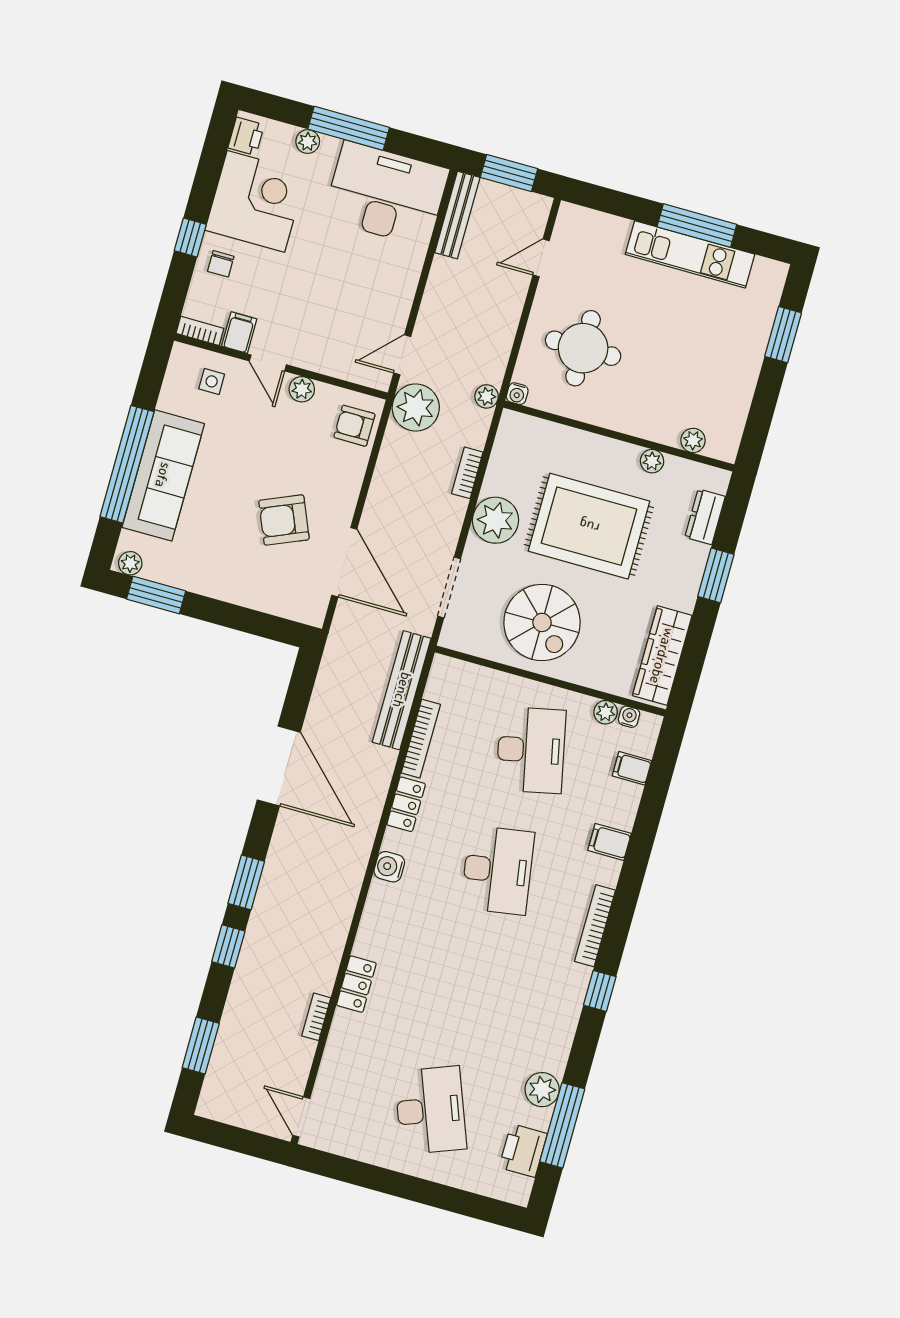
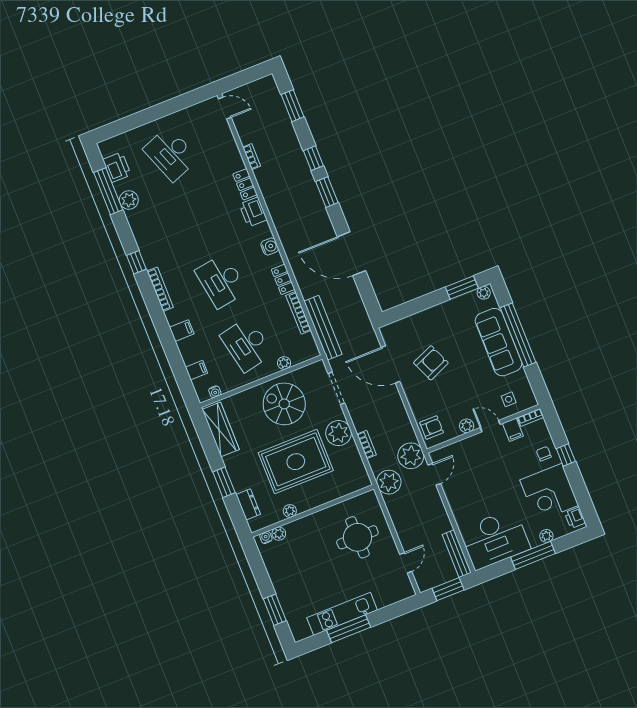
water cooler: (517, 394) -> (266, 537), moved
plant: (487, 396) -> (389, 482), width x1.88, depth x1.88
plant: (606, 712) -> (284, 363), moved
printer: (375, 935) -> (253, 212), added

